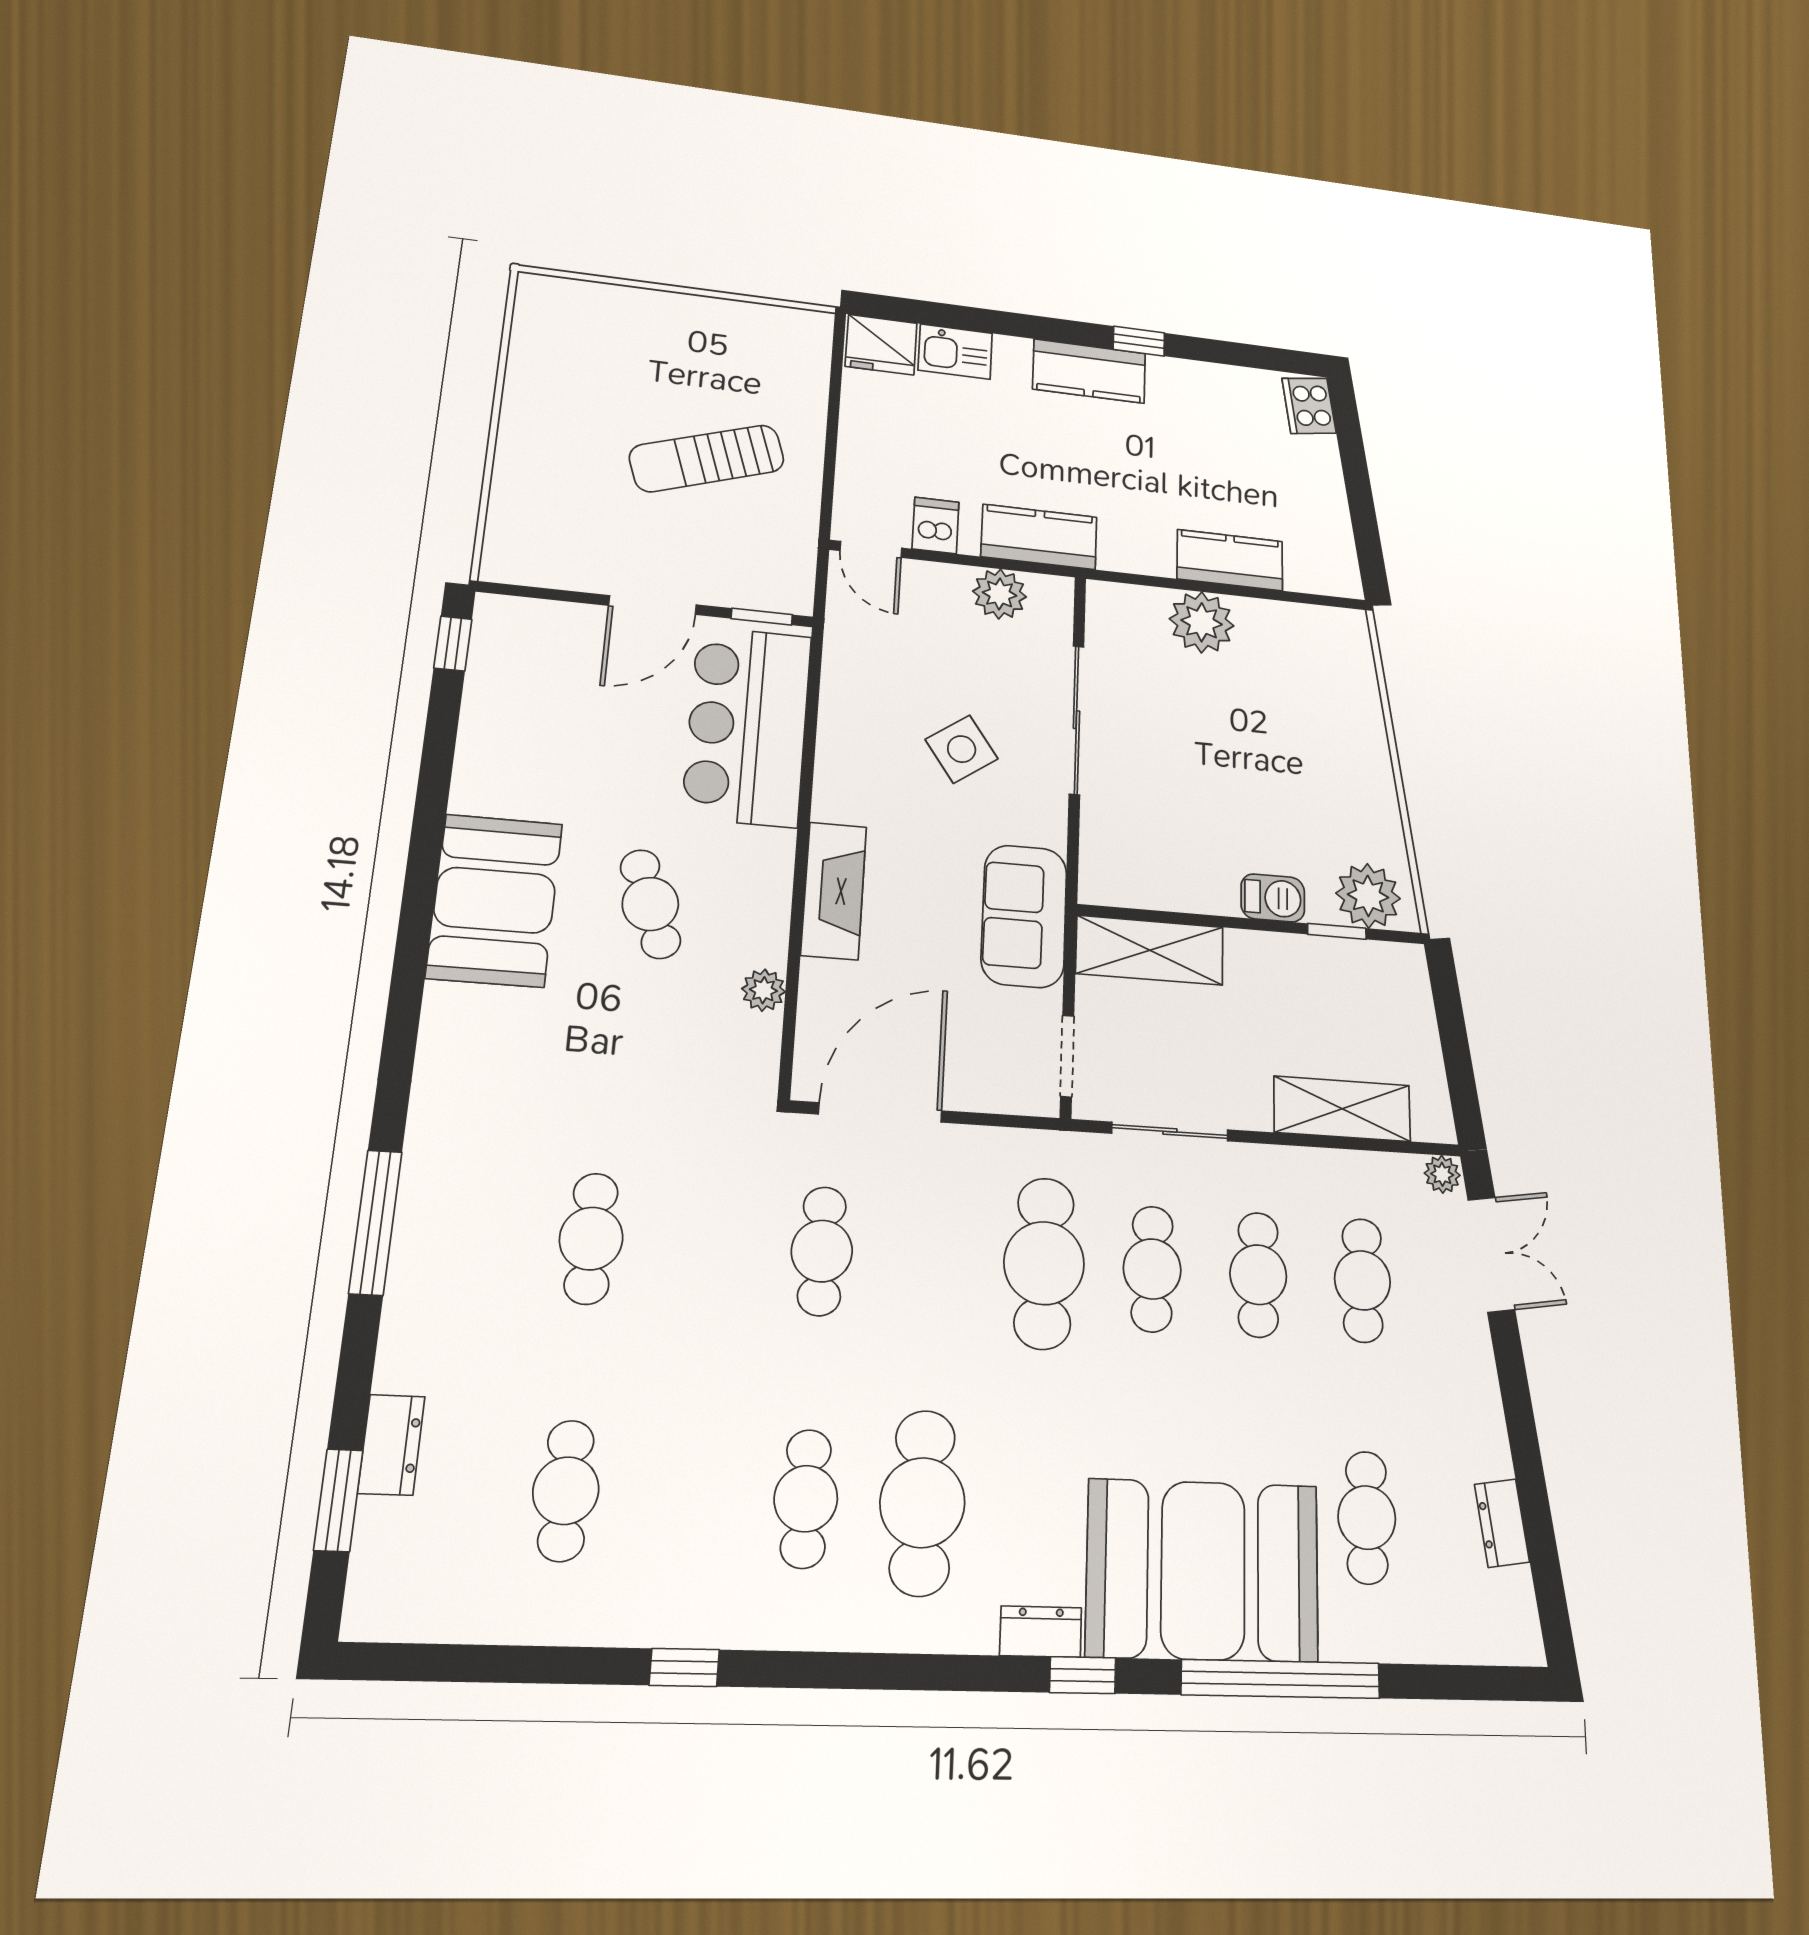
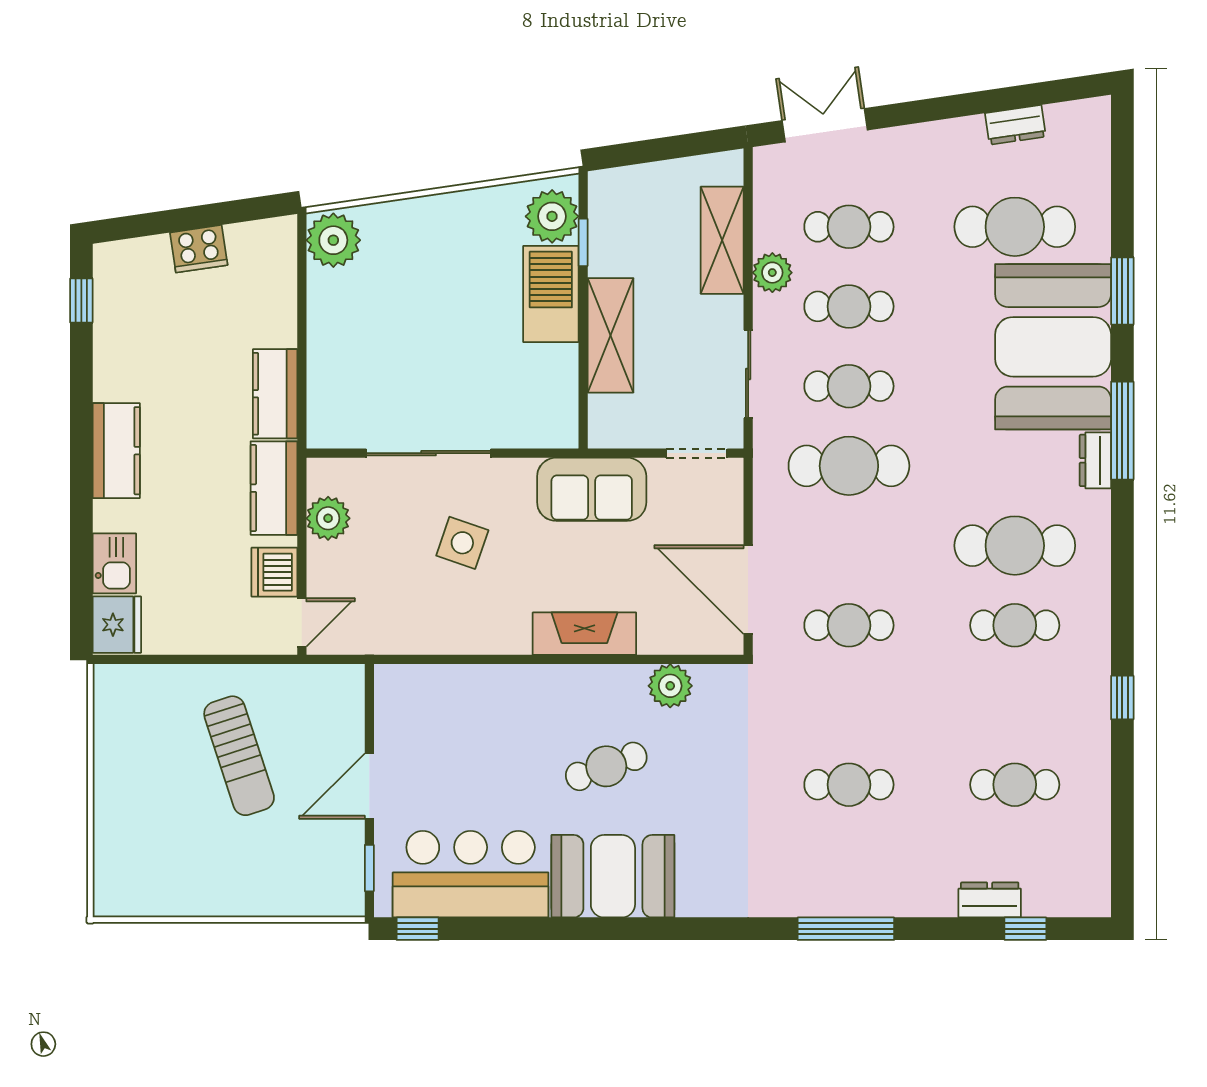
window: (1139, 341) -> (81, 301), moved
cooker: (1309, 406) -> (199, 249), moved
dishwasher: (936, 525) -> (274, 572), width x1.38
kitchen counter: (1230, 560) -> (275, 394), moved
door: (653, 605) -> (369, 786), swing flipped
window: (762, 617) -> (369, 868), moved
plant: (1202, 622) -> (333, 240), moved
bar counter: (747, 726) -> (471, 874), moved, turned 180
side table: (962, 749) -> (462, 543), turned -36
barbecue: (1273, 898) -> (551, 294), width x1.88, depth x1.53
shelving: (1150, 950) -> (610, 335), moved
plant: (763, 990) -> (670, 686), width x1.38, depth x1.38
plant: (1442, 1174) -> (772, 273), moved, width x1.38, depth x1.38
window: (338, 1500) -> (1025, 929), width x0.67
cafe table: (1367, 1518) -> (1015, 227), width x1.37, depth x1.35
window: (1083, 1675) -> (1122, 431), width x2.17
window: (1281, 1679) -> (1122, 291), width x0.47

